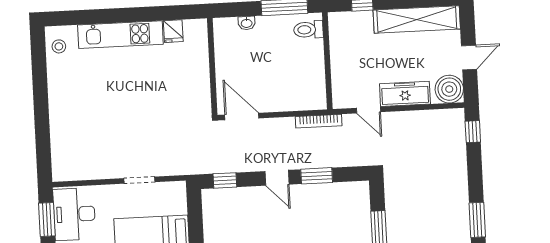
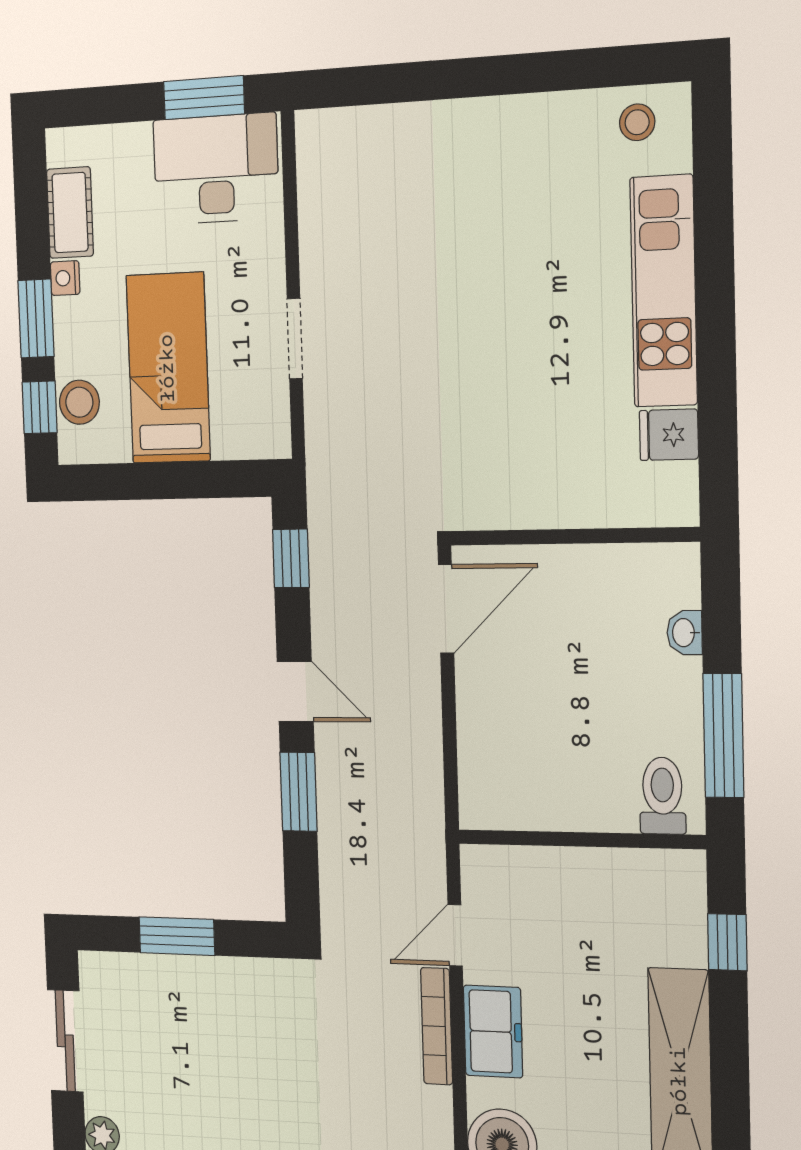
freezer: (405, 94) -> (493, 1031), width x0.71
bookcase: (319, 121) -> (437, 1026), moved
door: (277, 178) -> (295, 691), swing flipped

